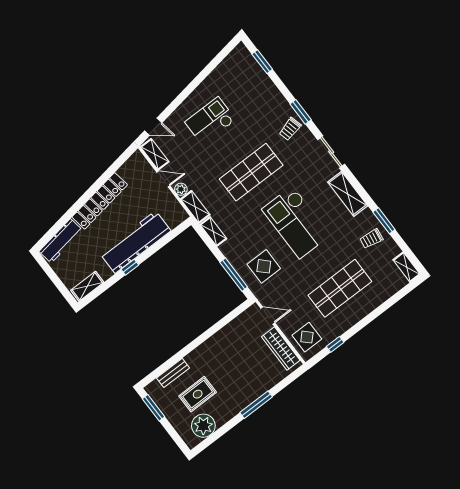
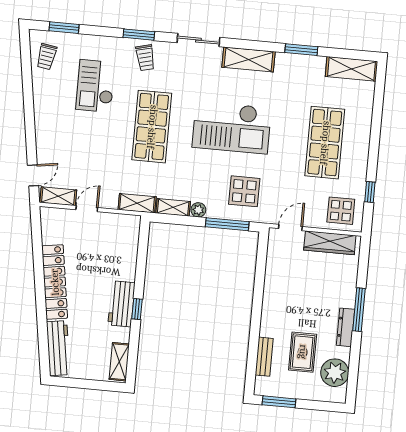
checkout: (210, 121) -> (96, 86), moved
plant: (181, 189) -> (198, 210), moved
trolley: (371, 239) -> (47, 57), moved
workbench: (135, 242) -> (121, 304), width x0.53, depth x0.76
shelving: (407, 267) -> (351, 69), width x1.50, depth x1.33
dresser: (238, 406) -> (346, 327), added

